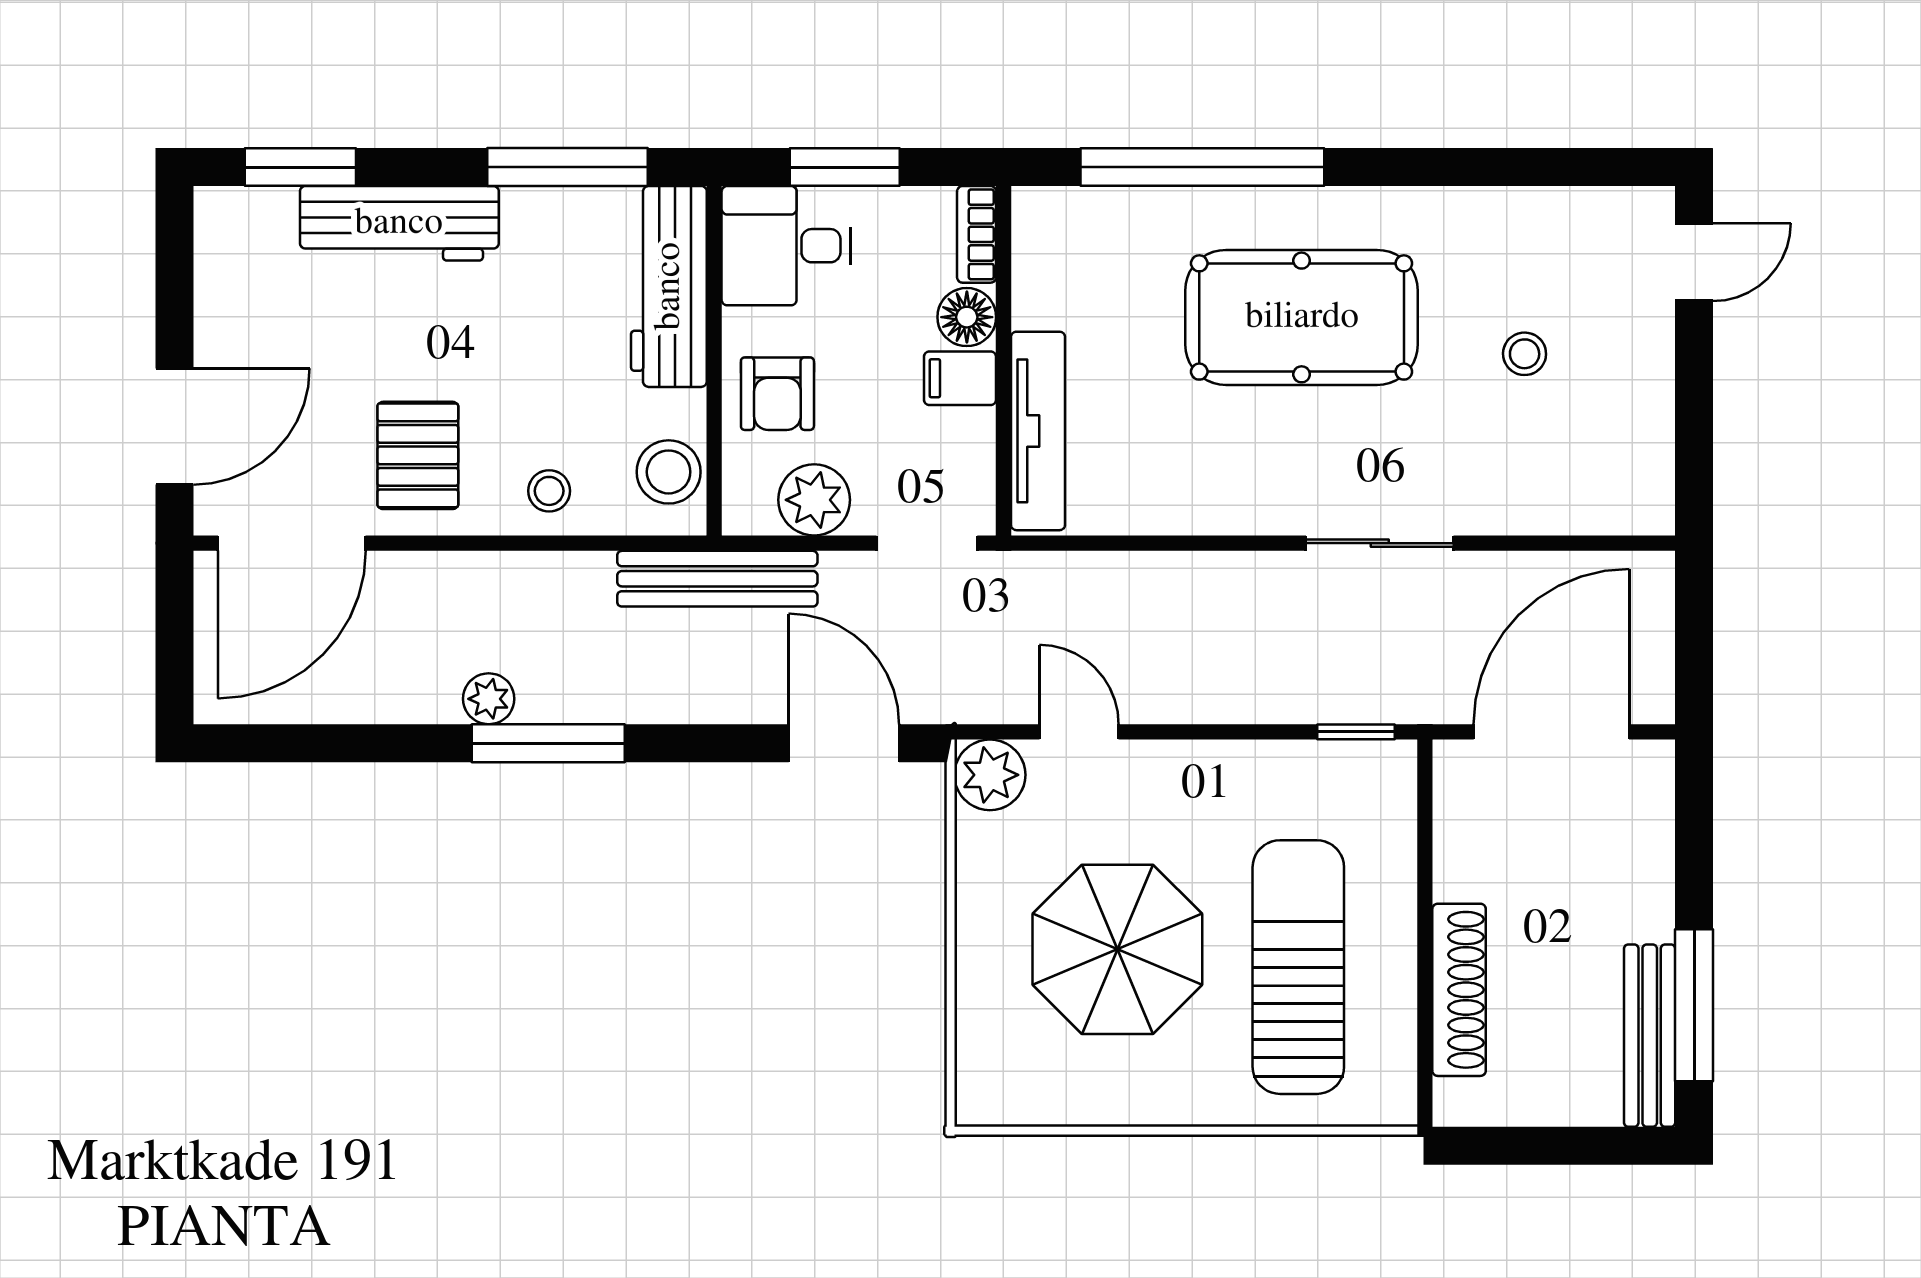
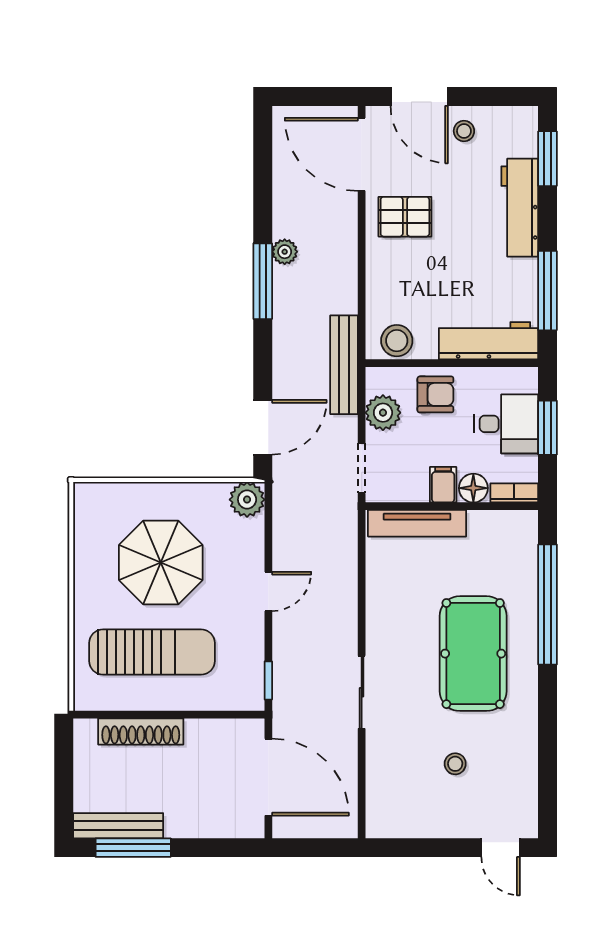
desk: (786, 246) -> (506, 424), moved, turned 90
armchair: (777, 394) -> (435, 394), turned 180
stool: (549, 491) -> (464, 131), moved
door: (1079, 732) -> (268, 591), moved

